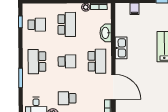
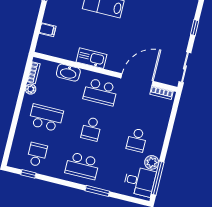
school desk: (67, 61) -> (91, 129), turned 180
school desk: (97, 61) -> (100, 92), turned 180

